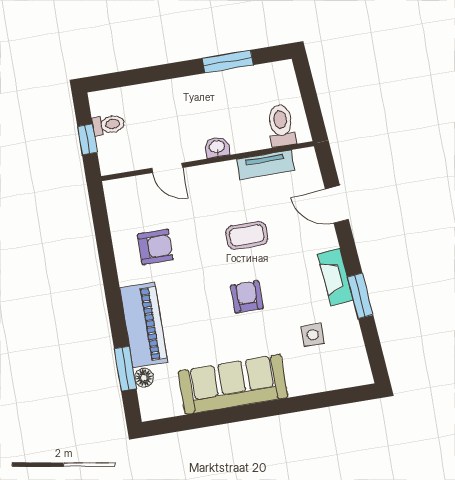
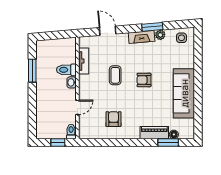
toilet: (108, 125) -> (71, 132), moved
toilet: (281, 125) -> (66, 70), moved
door: (337, 204) -> (108, 31), swing flipped
plant: (346, 315) -> (160, 35), added
piano: (144, 325) -> (154, 133), width x0.73, depth x0.75
side table: (313, 335) -> (181, 38), moved

